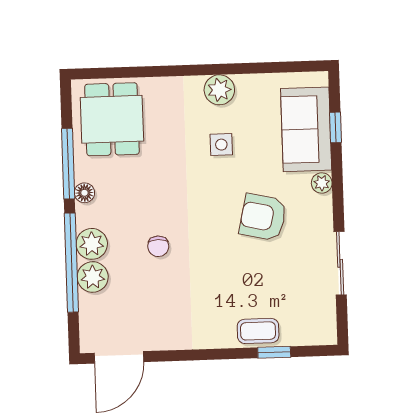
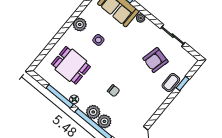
dining table: (112, 119) -> (71, 65), moved
armchair: (263, 217) -> (155, 60), moved

